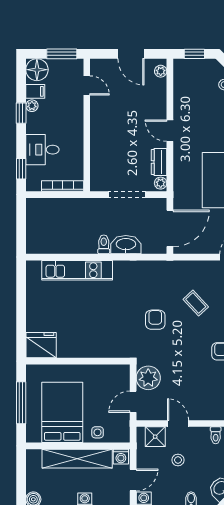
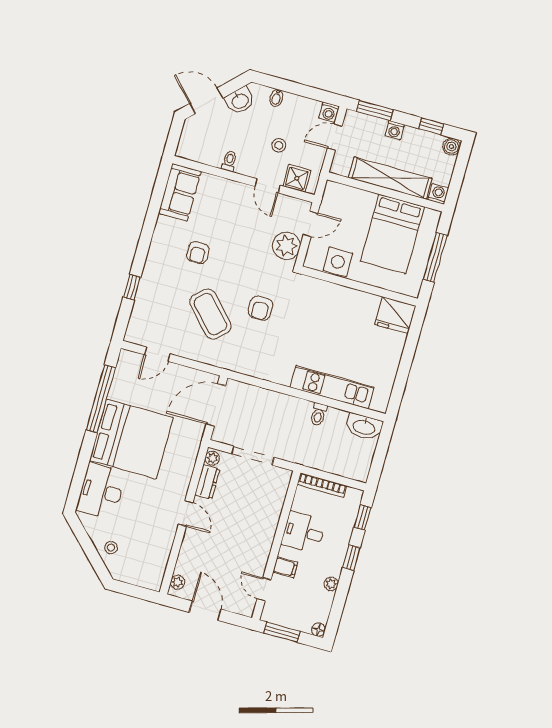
window: (194, 54) -> (135, 591), removed
floor lamp: (37, 70) -> (318, 630), width x0.53, depth x0.53
filing cabinet: (35, 91) -> (285, 567), moved, turned 180
window: (21, 113) -> (351, 558), moved
desk: (42, 150) -> (303, 532), moved, turned 180
toilet: (104, 244) -> (318, 414), moved
washbasin: (126, 245) -> (364, 427), moved
coffee table: (196, 303) -> (210, 314), width x1.86, depth x1.72
side table: (98, 432) -> (338, 262), moved, width x1.87, depth x1.87
washing machine: (121, 457) -> (438, 194), moved

